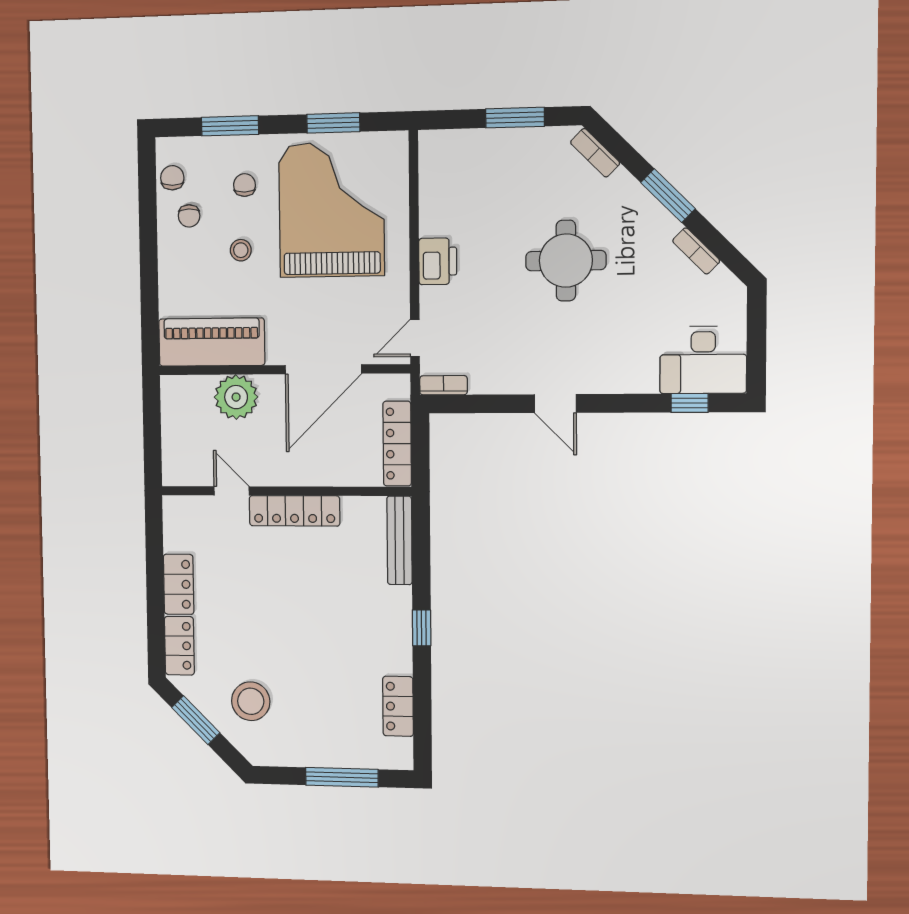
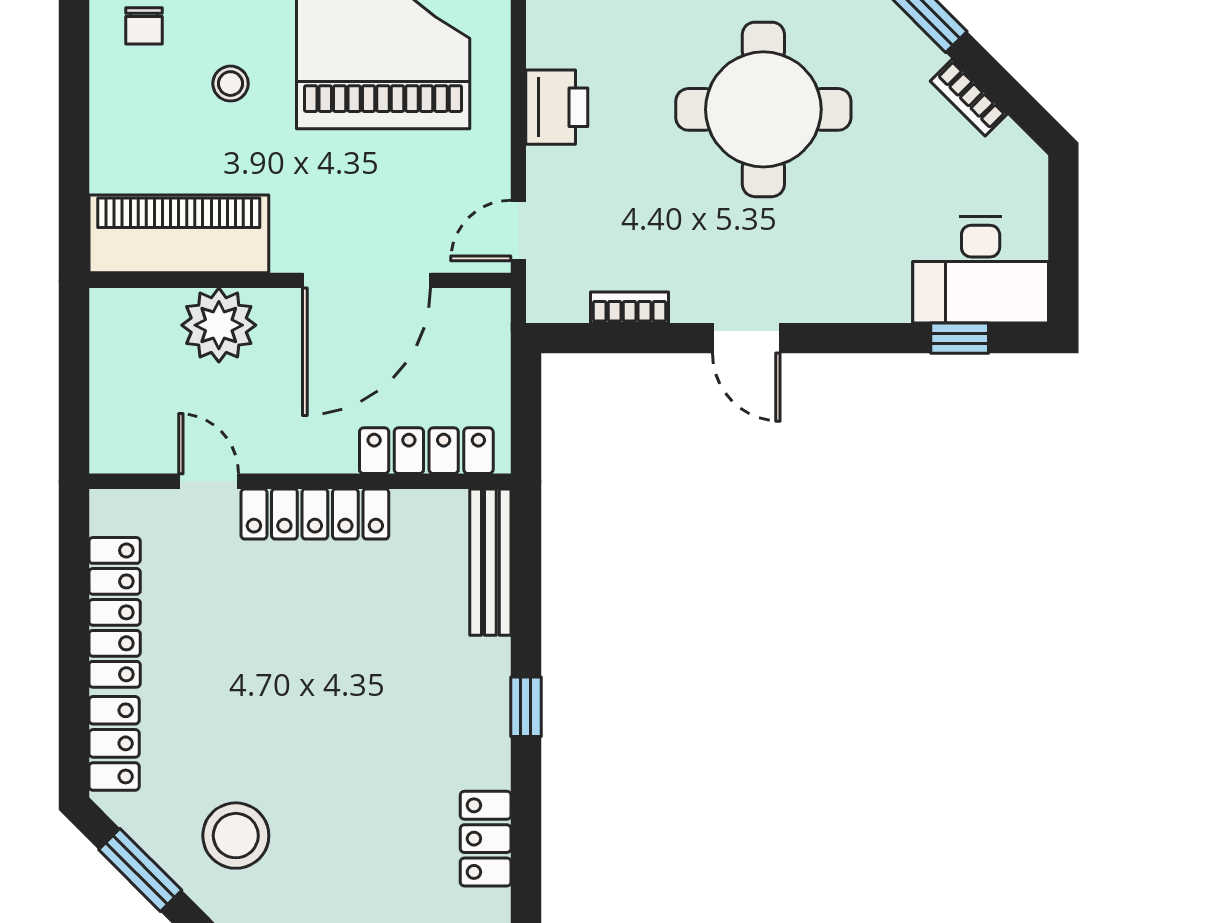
round table: (566, 261) -> (763, 109), width x1.36, depth x1.36
bookcase: (443, 385) -> (630, 307), moved
locker: (397, 444) -> (426, 451), moved, turned 90
locker: (179, 584) -> (115, 612), width x1.53

